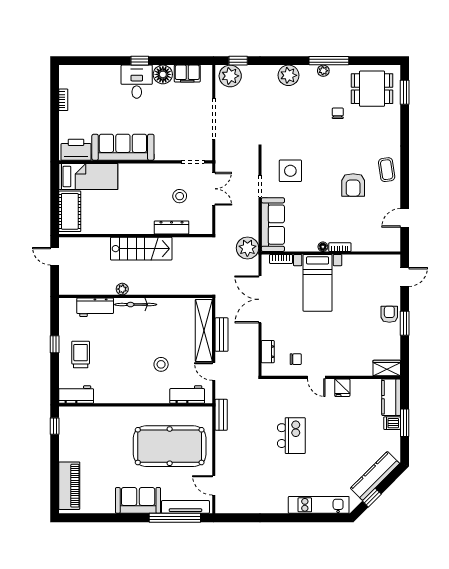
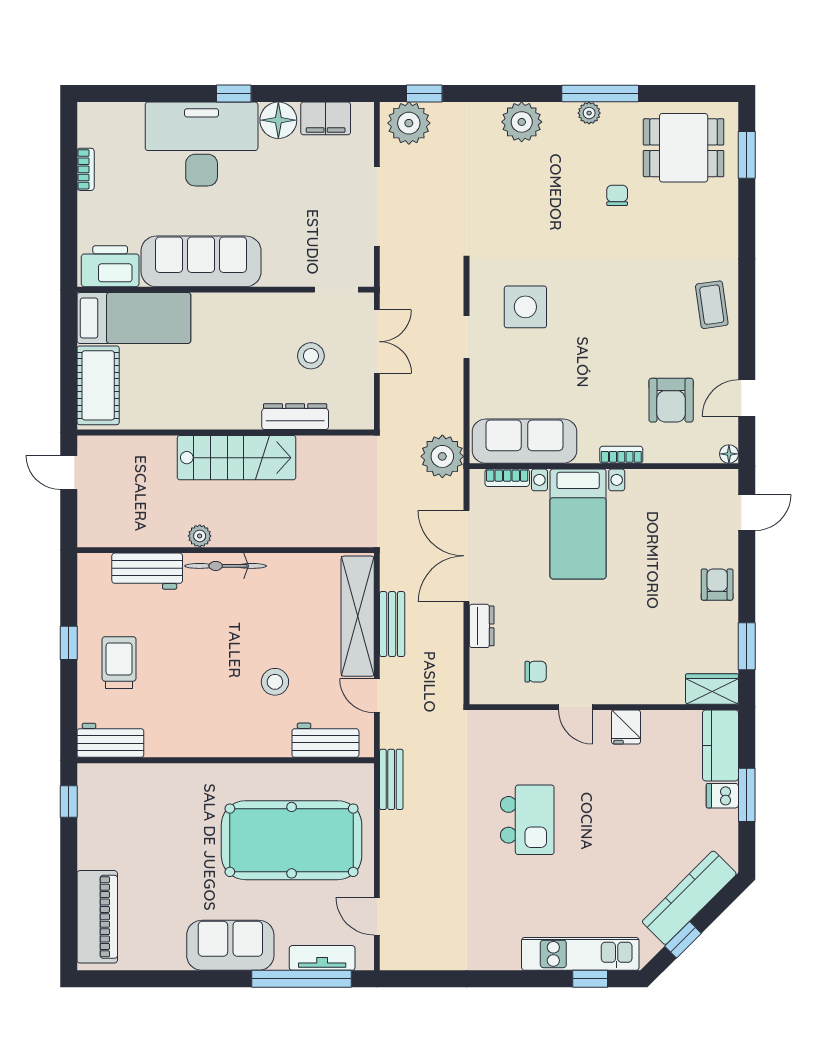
desk: (137, 82) -> (202, 144), width x1.87, depth x1.30
armchair: (353, 185) -> (671, 400), moved
sofa: (273, 225) -> (524, 441), moved, turned -90
floor lamp: (323, 247) -> (729, 454), moved
window: (405, 323) -> (747, 646), moved
dresser: (268, 352) -> (482, 626), moved
tv unit: (185, 507) -> (322, 958), width x0.71
window: (324, 518) -> (590, 979), added

